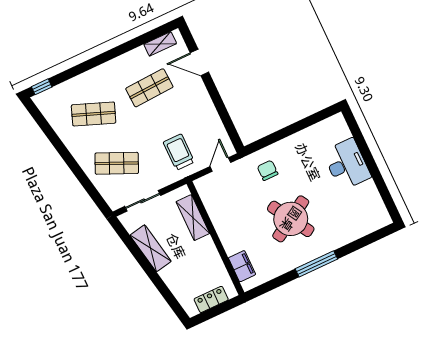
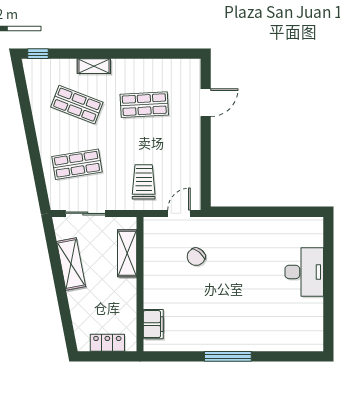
shelving: (160, 44) -> (94, 66), moved
door: (199, 62) -> (206, 103), swing flipped
shop shelf: (117, 163) -> (77, 164), turned -33
chair: (268, 170) -> (196, 257), moved, turned -140
round table: (291, 219) -> (223, 300), removed

